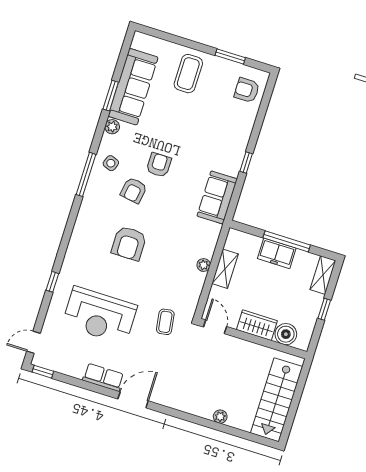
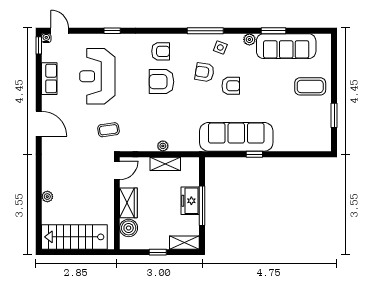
armchair: (247, 90) -> (161, 51), moved, turned 90
sofa: (217, 197) -> (236, 137), width x1.85, depth x1.27
water cooler: (37, 360) -> (46, 38), added
row of seats: (103, 377) -> (49, 79), moved

